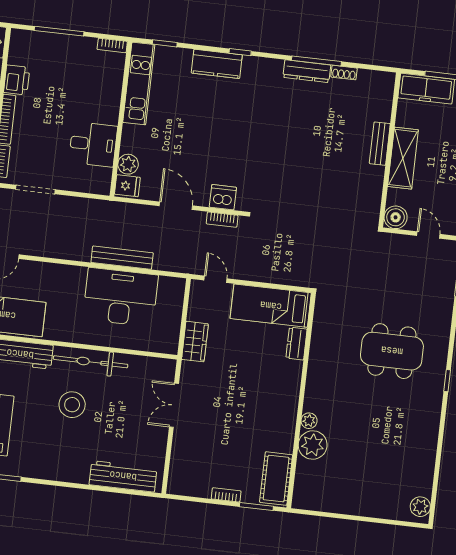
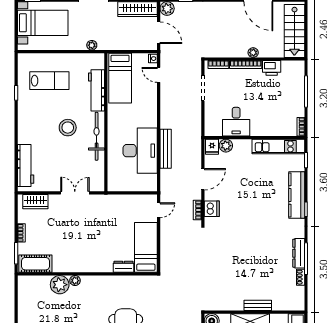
kitchen counter: (217, 64) -> (297, 195), width x1.50
wardrobe: (195, 342) -> (35, 202), moved

